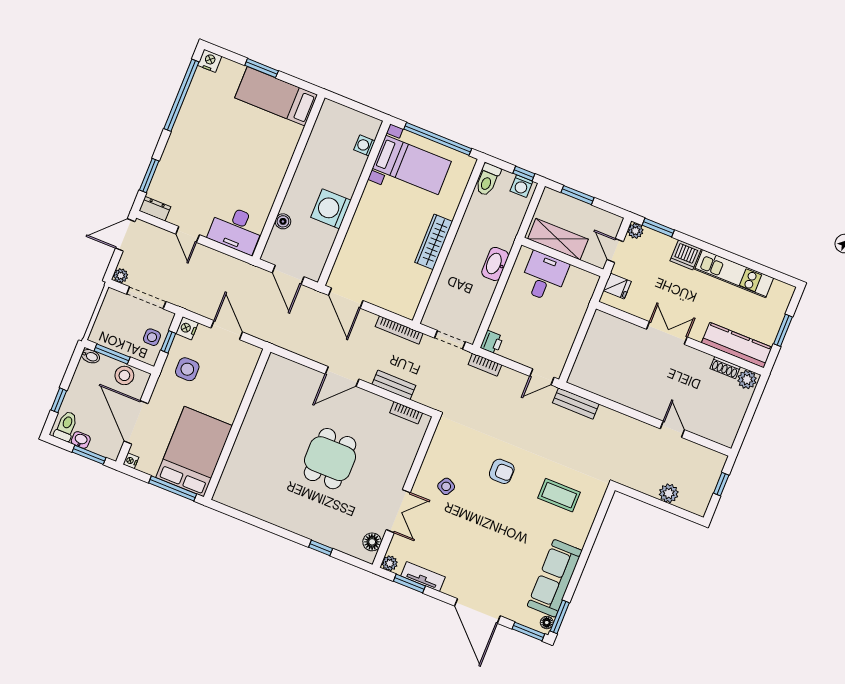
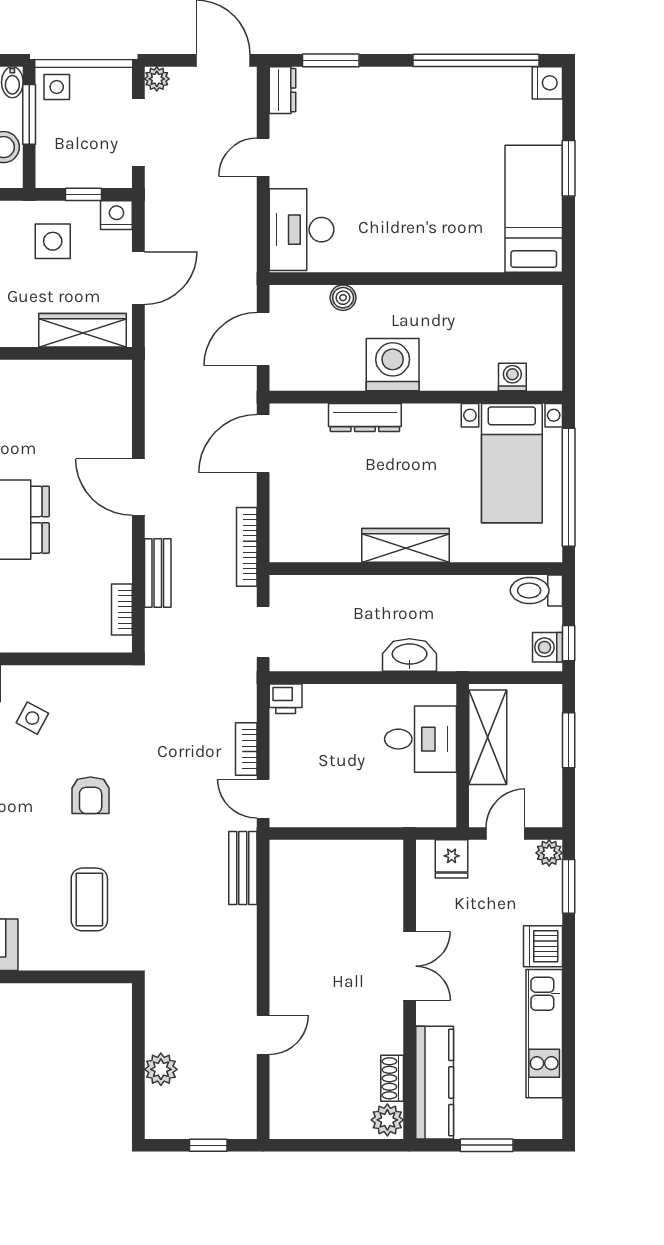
dresser: (354, 236) -> (365, 418), added
side table: (152, 337) -> (57, 87), moved
bookcase: (485, 365) -> (246, 749), moved
wardrobe: (243, 373) -> (82, 330), added

